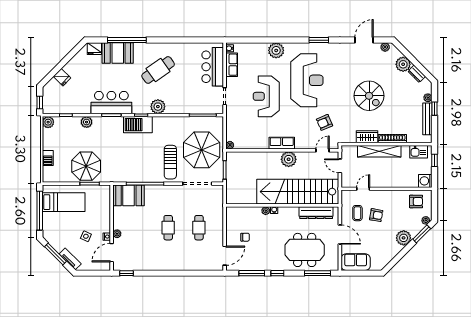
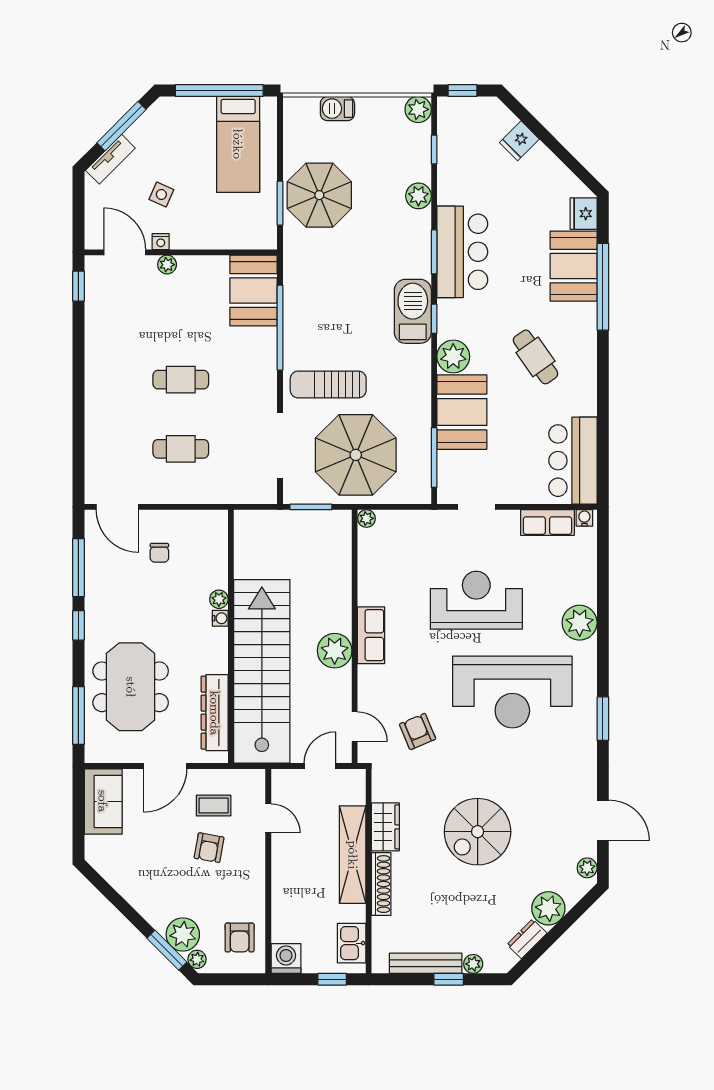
bar counter: (213, 67) -> (573, 461), moved, turned -90
cafe table: (158, 70) -> (536, 357), width x0.73, depth x0.74
booth: (183, 103) -> (462, 412), added
plant: (404, 238) -> (183, 934), moved

